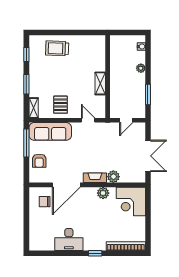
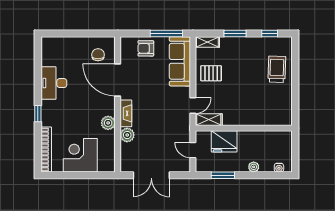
shelving: (100, 83) -> (209, 120), moved
fridge: (119, 94) -> (224, 141), added
corner desk: (131, 201) -> (80, 155), moved

